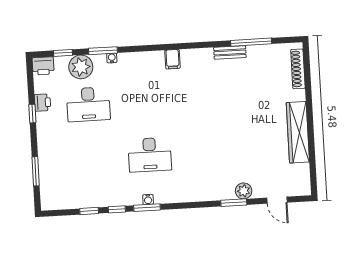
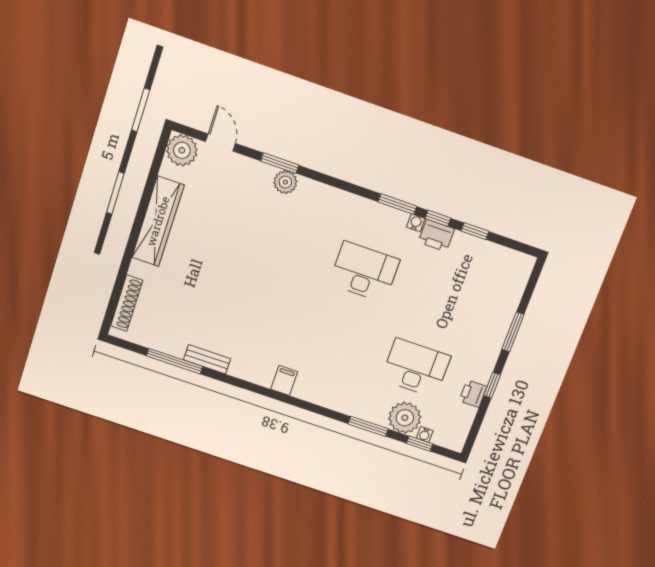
water cooler: (112, 58) -> (425, 434), moved
printer: (43, 66) -> (436, 235), moved, turned 180
window: (36, 171) -> (513, 332), moved
plant: (300, 185) -> (182, 150), added
plant: (244, 191) -> (285, 182), moved
water cooler: (148, 199) -> (416, 223), moved

